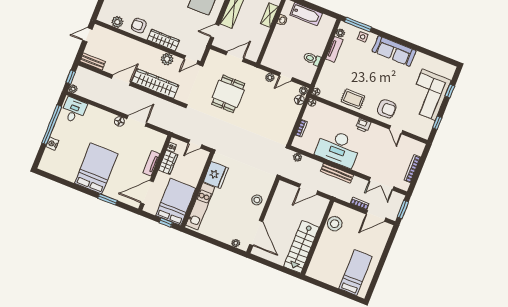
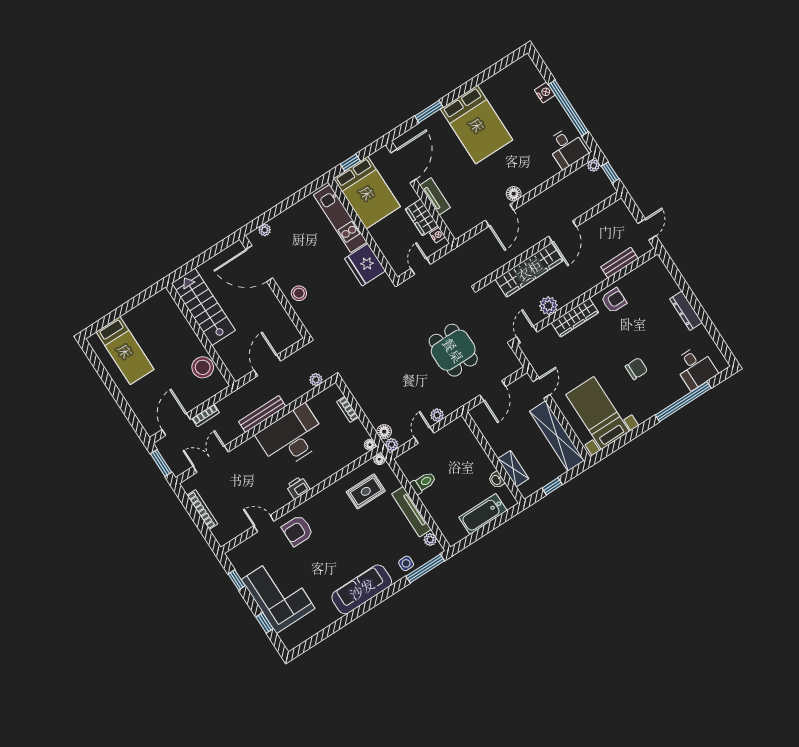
plant: (117, 22) -> (637, 277), removed
tv unit: (334, 49) -> (411, 512), width x1.41
bench: (93, 62) -> (619, 263), moved
rug: (353, 99) -> (366, 491), moved

